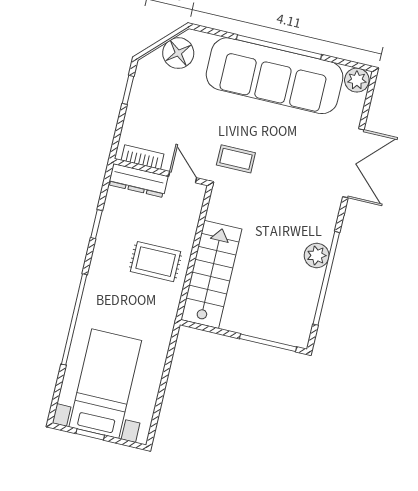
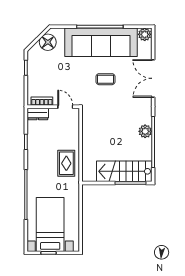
coffee table: (236, 159) -> (106, 79), moved
double door: (353, 163) -> (153, 78), swing flipped
dresser: (138, 181) -> (38, 114), width x0.70
rug: (156, 262) -> (66, 163), moved, turned 90
stairs: (211, 274) -> (124, 171), moved, turned -90

